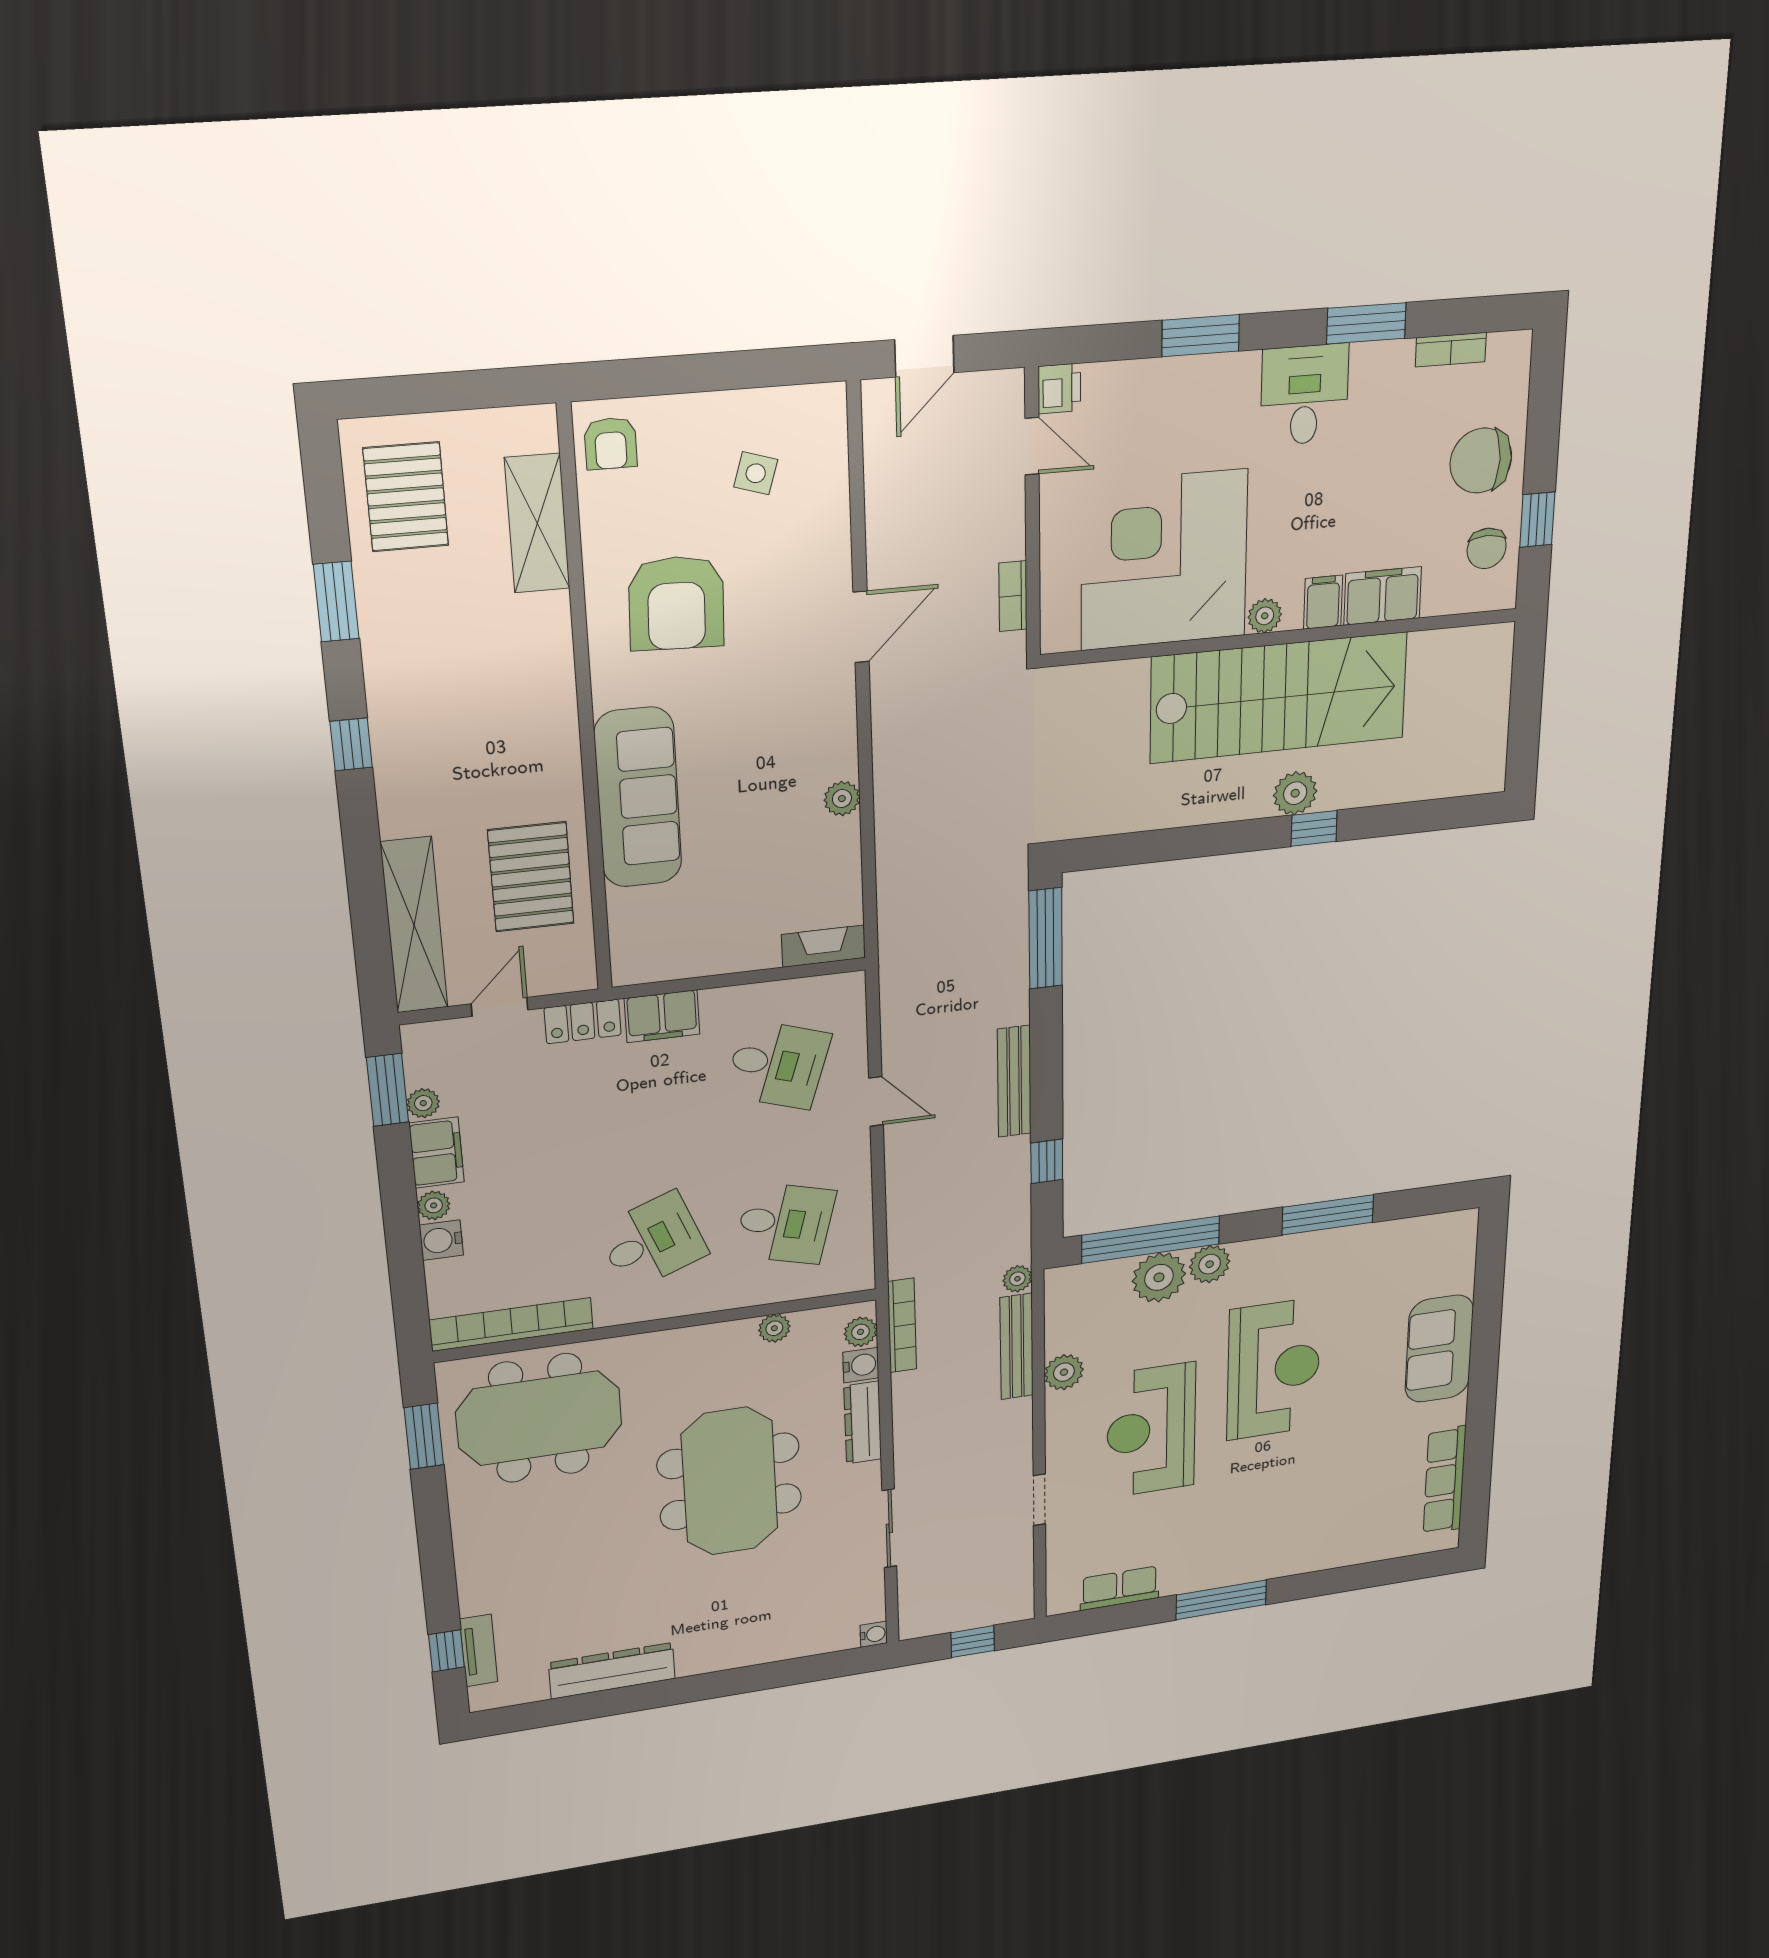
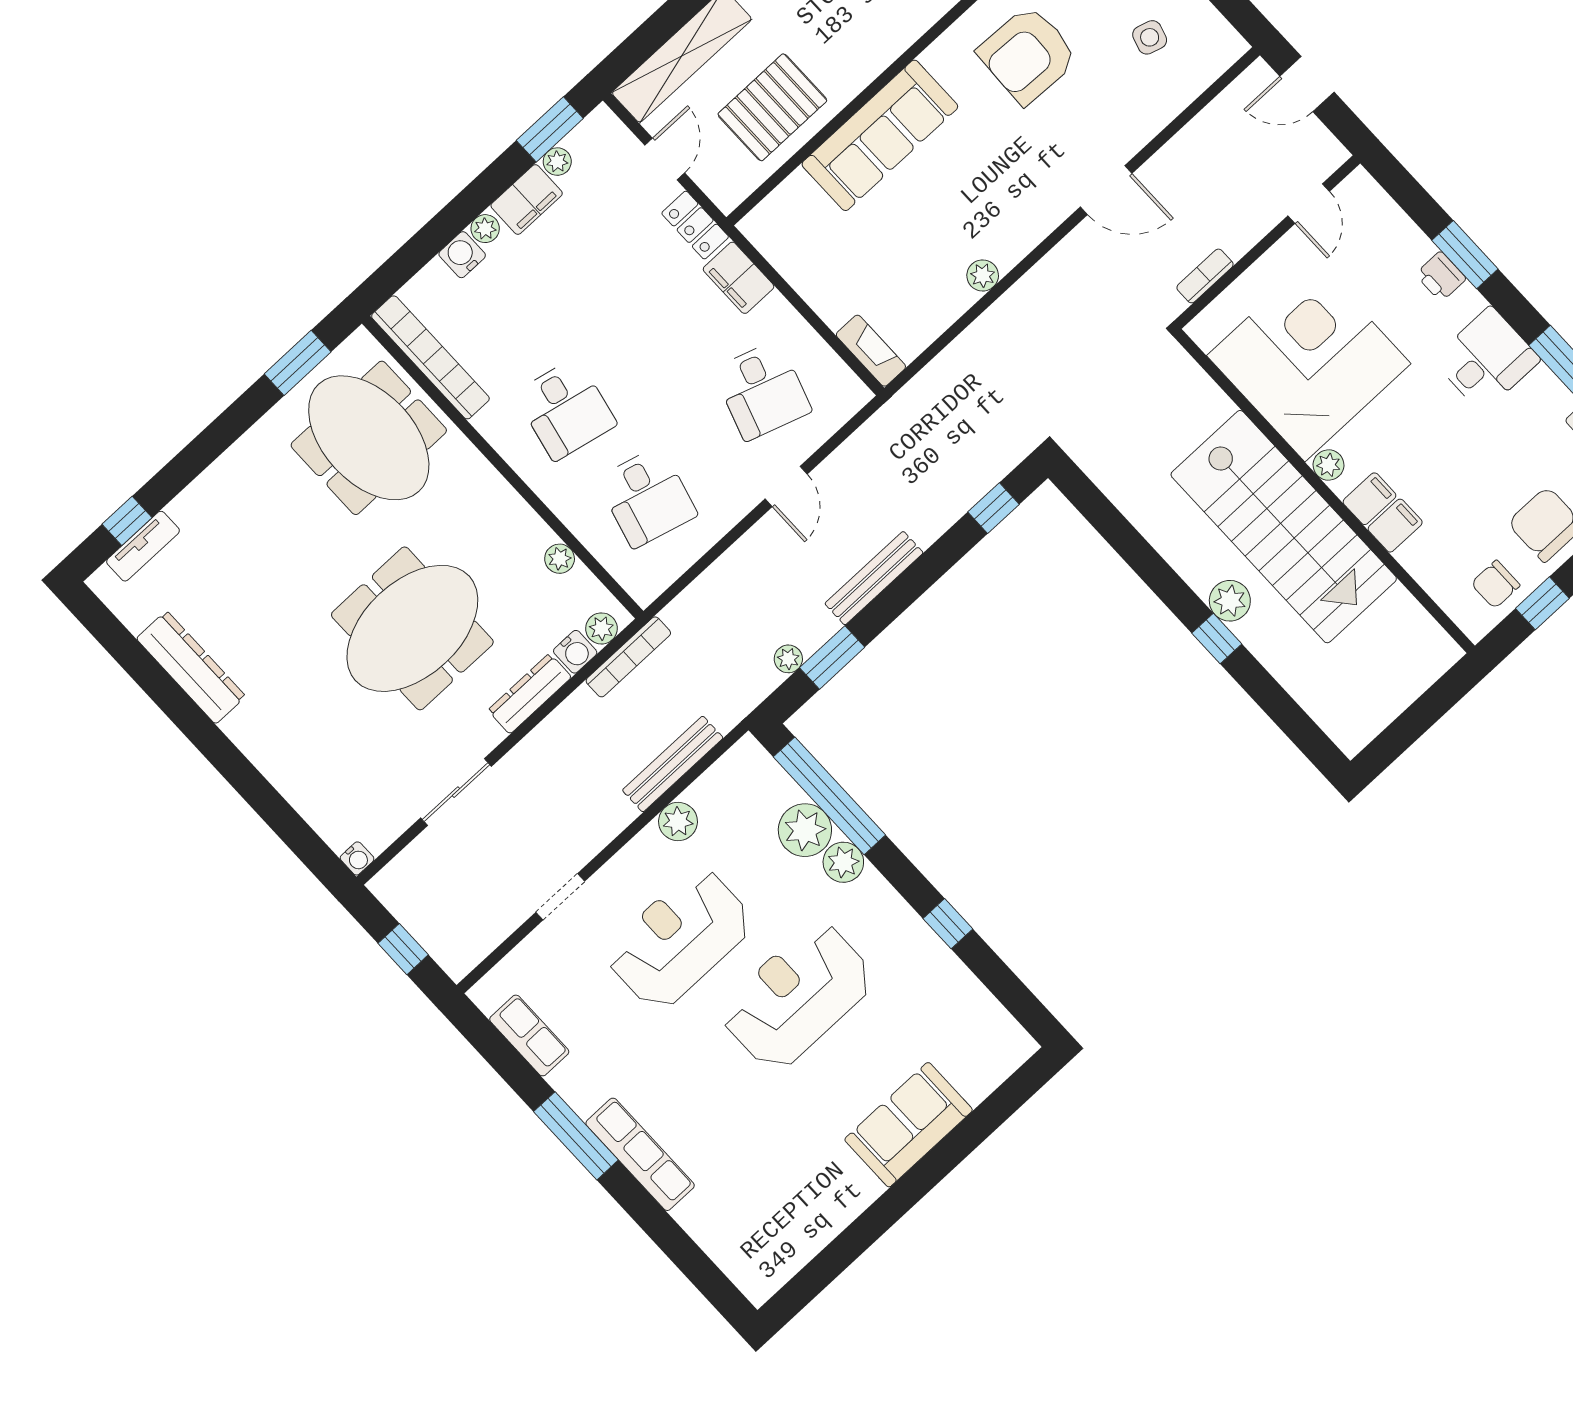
printer: (1059, 388) -> (1441, 276), moved, turned 90
filing cabinet: (1383, 596) -> (1395, 526), width x0.50
window: (1046, 938) -> (993, 508), width x0.46
door: (499, 1007) -> (665, 159), hinge flipped
window: (1047, 1161) -> (832, 657), width x1.50
window: (1328, 1215) -> (948, 924), width x0.46
desk: (652, 1241) -> (566, 409), turned 33
plant: (1017, 1279) -> (788, 659), moved
reception desk: (1274, 1369) -> (797, 996), turned 180
row of seats: (1445, 1480) -> (640, 1154), moved, turned 90

